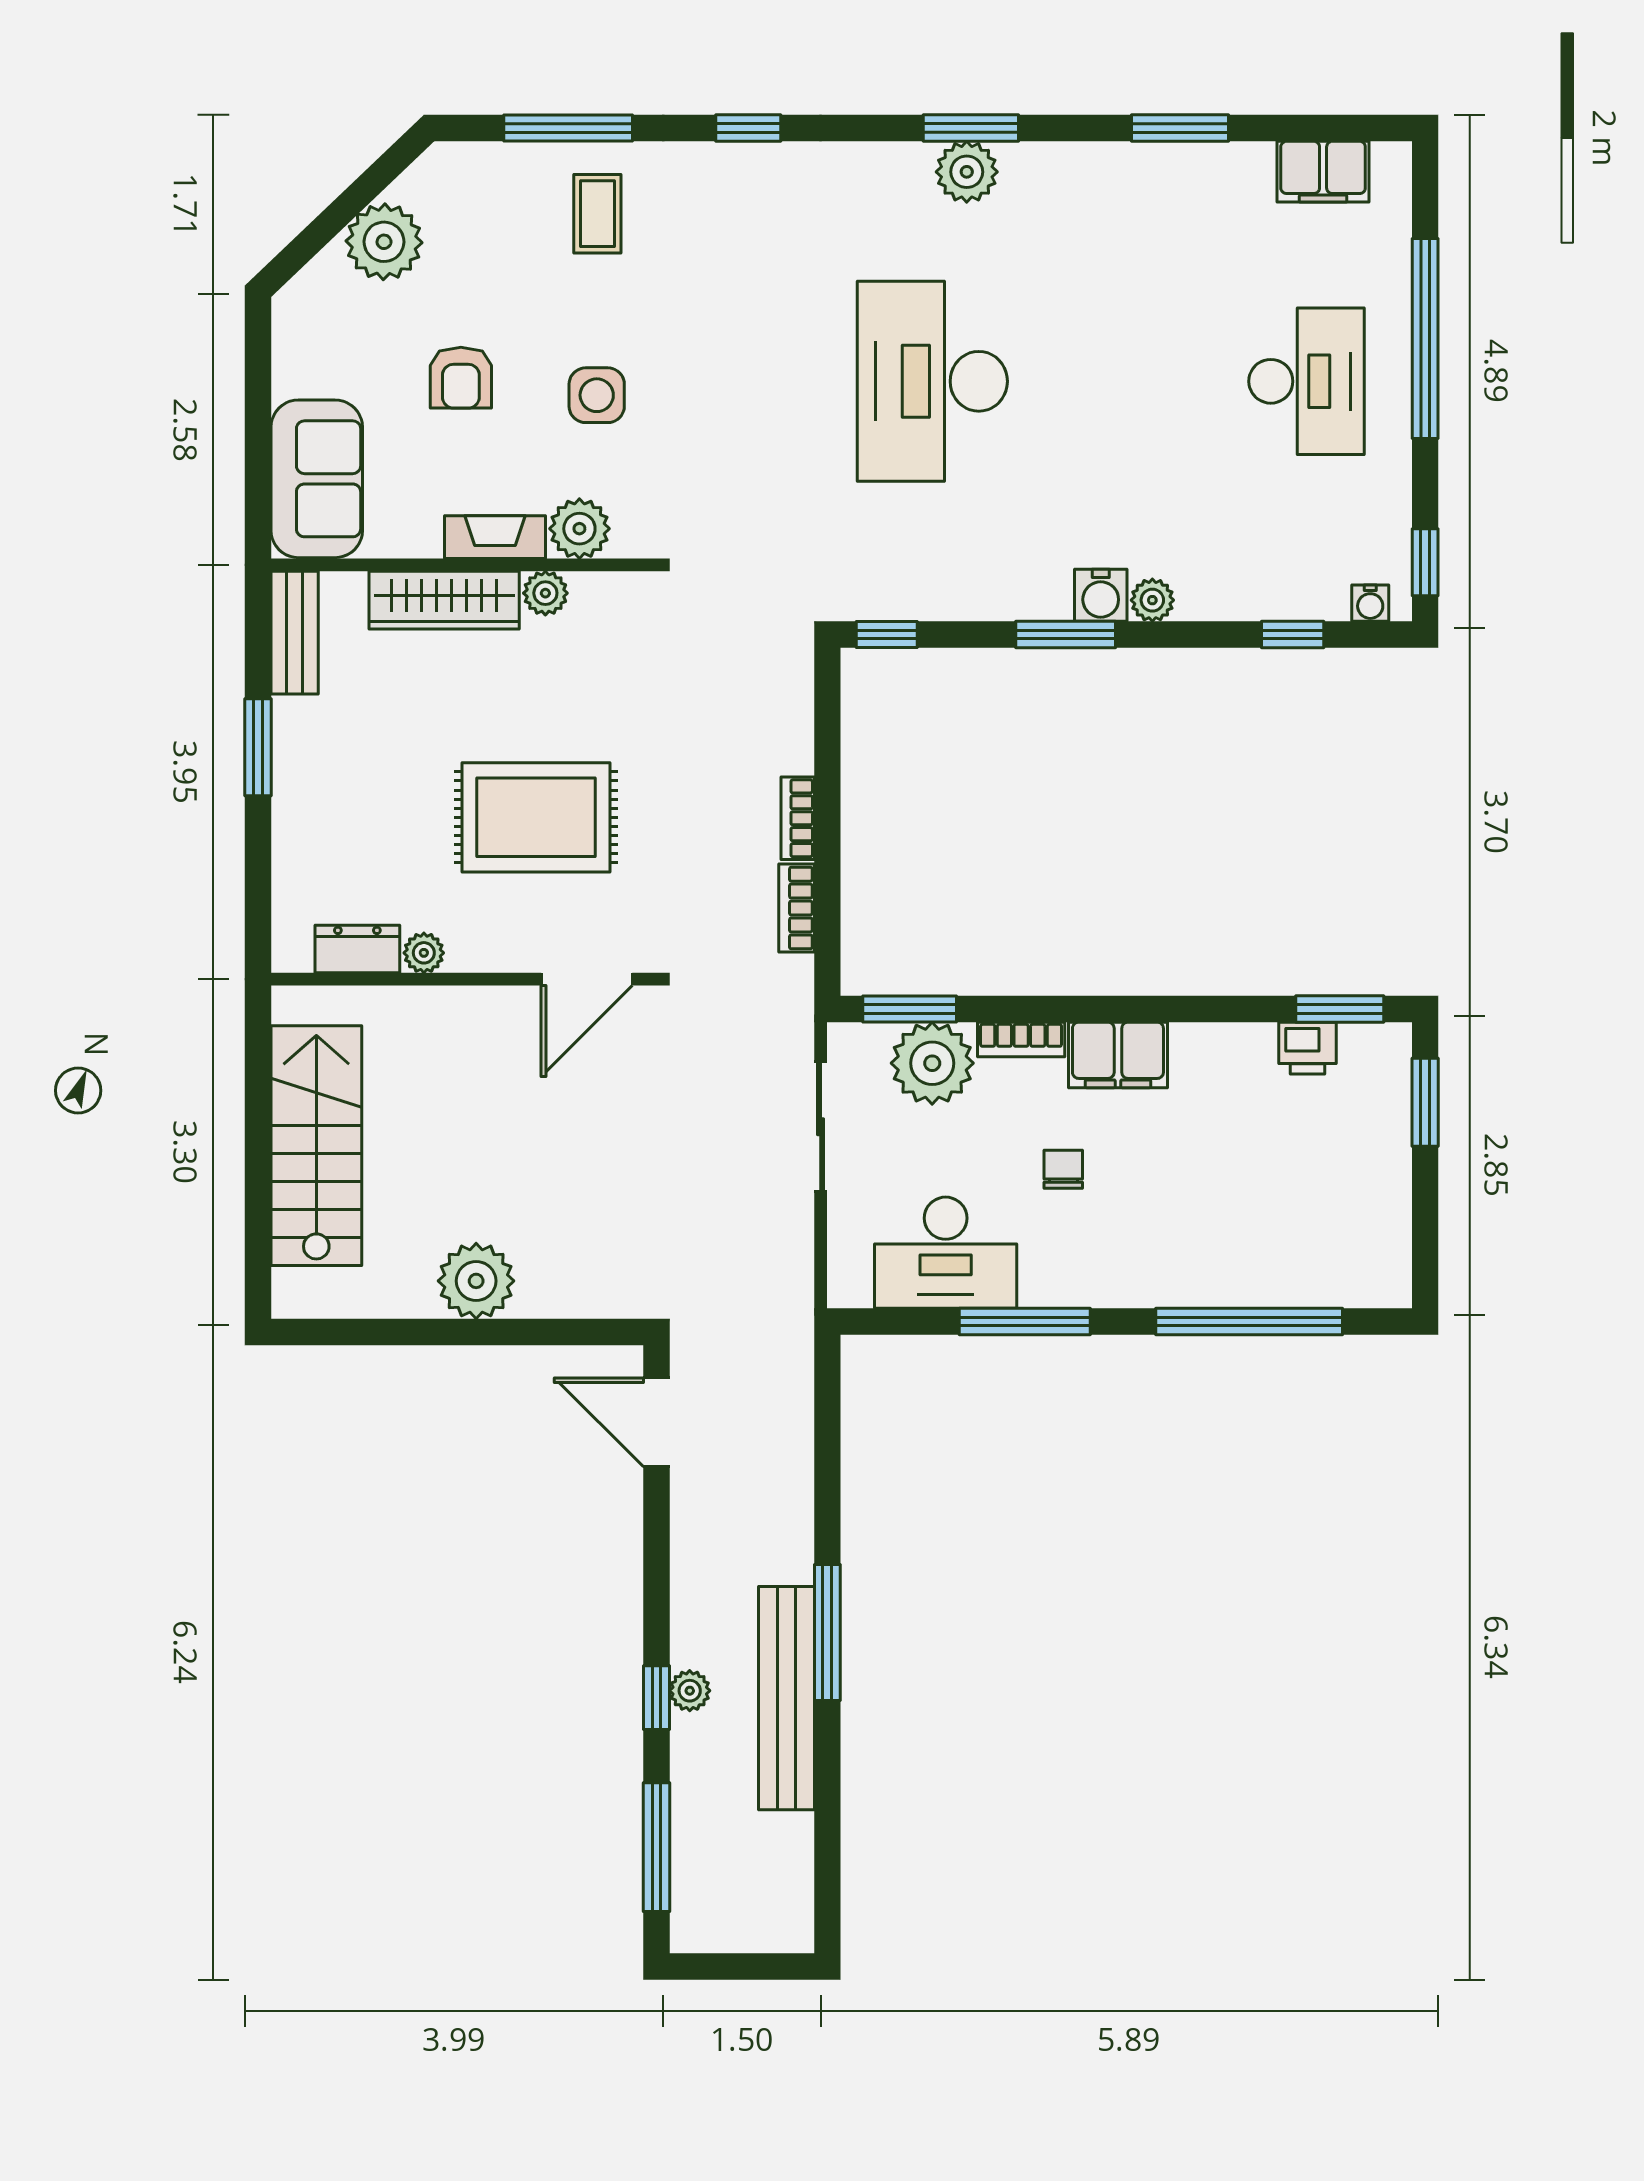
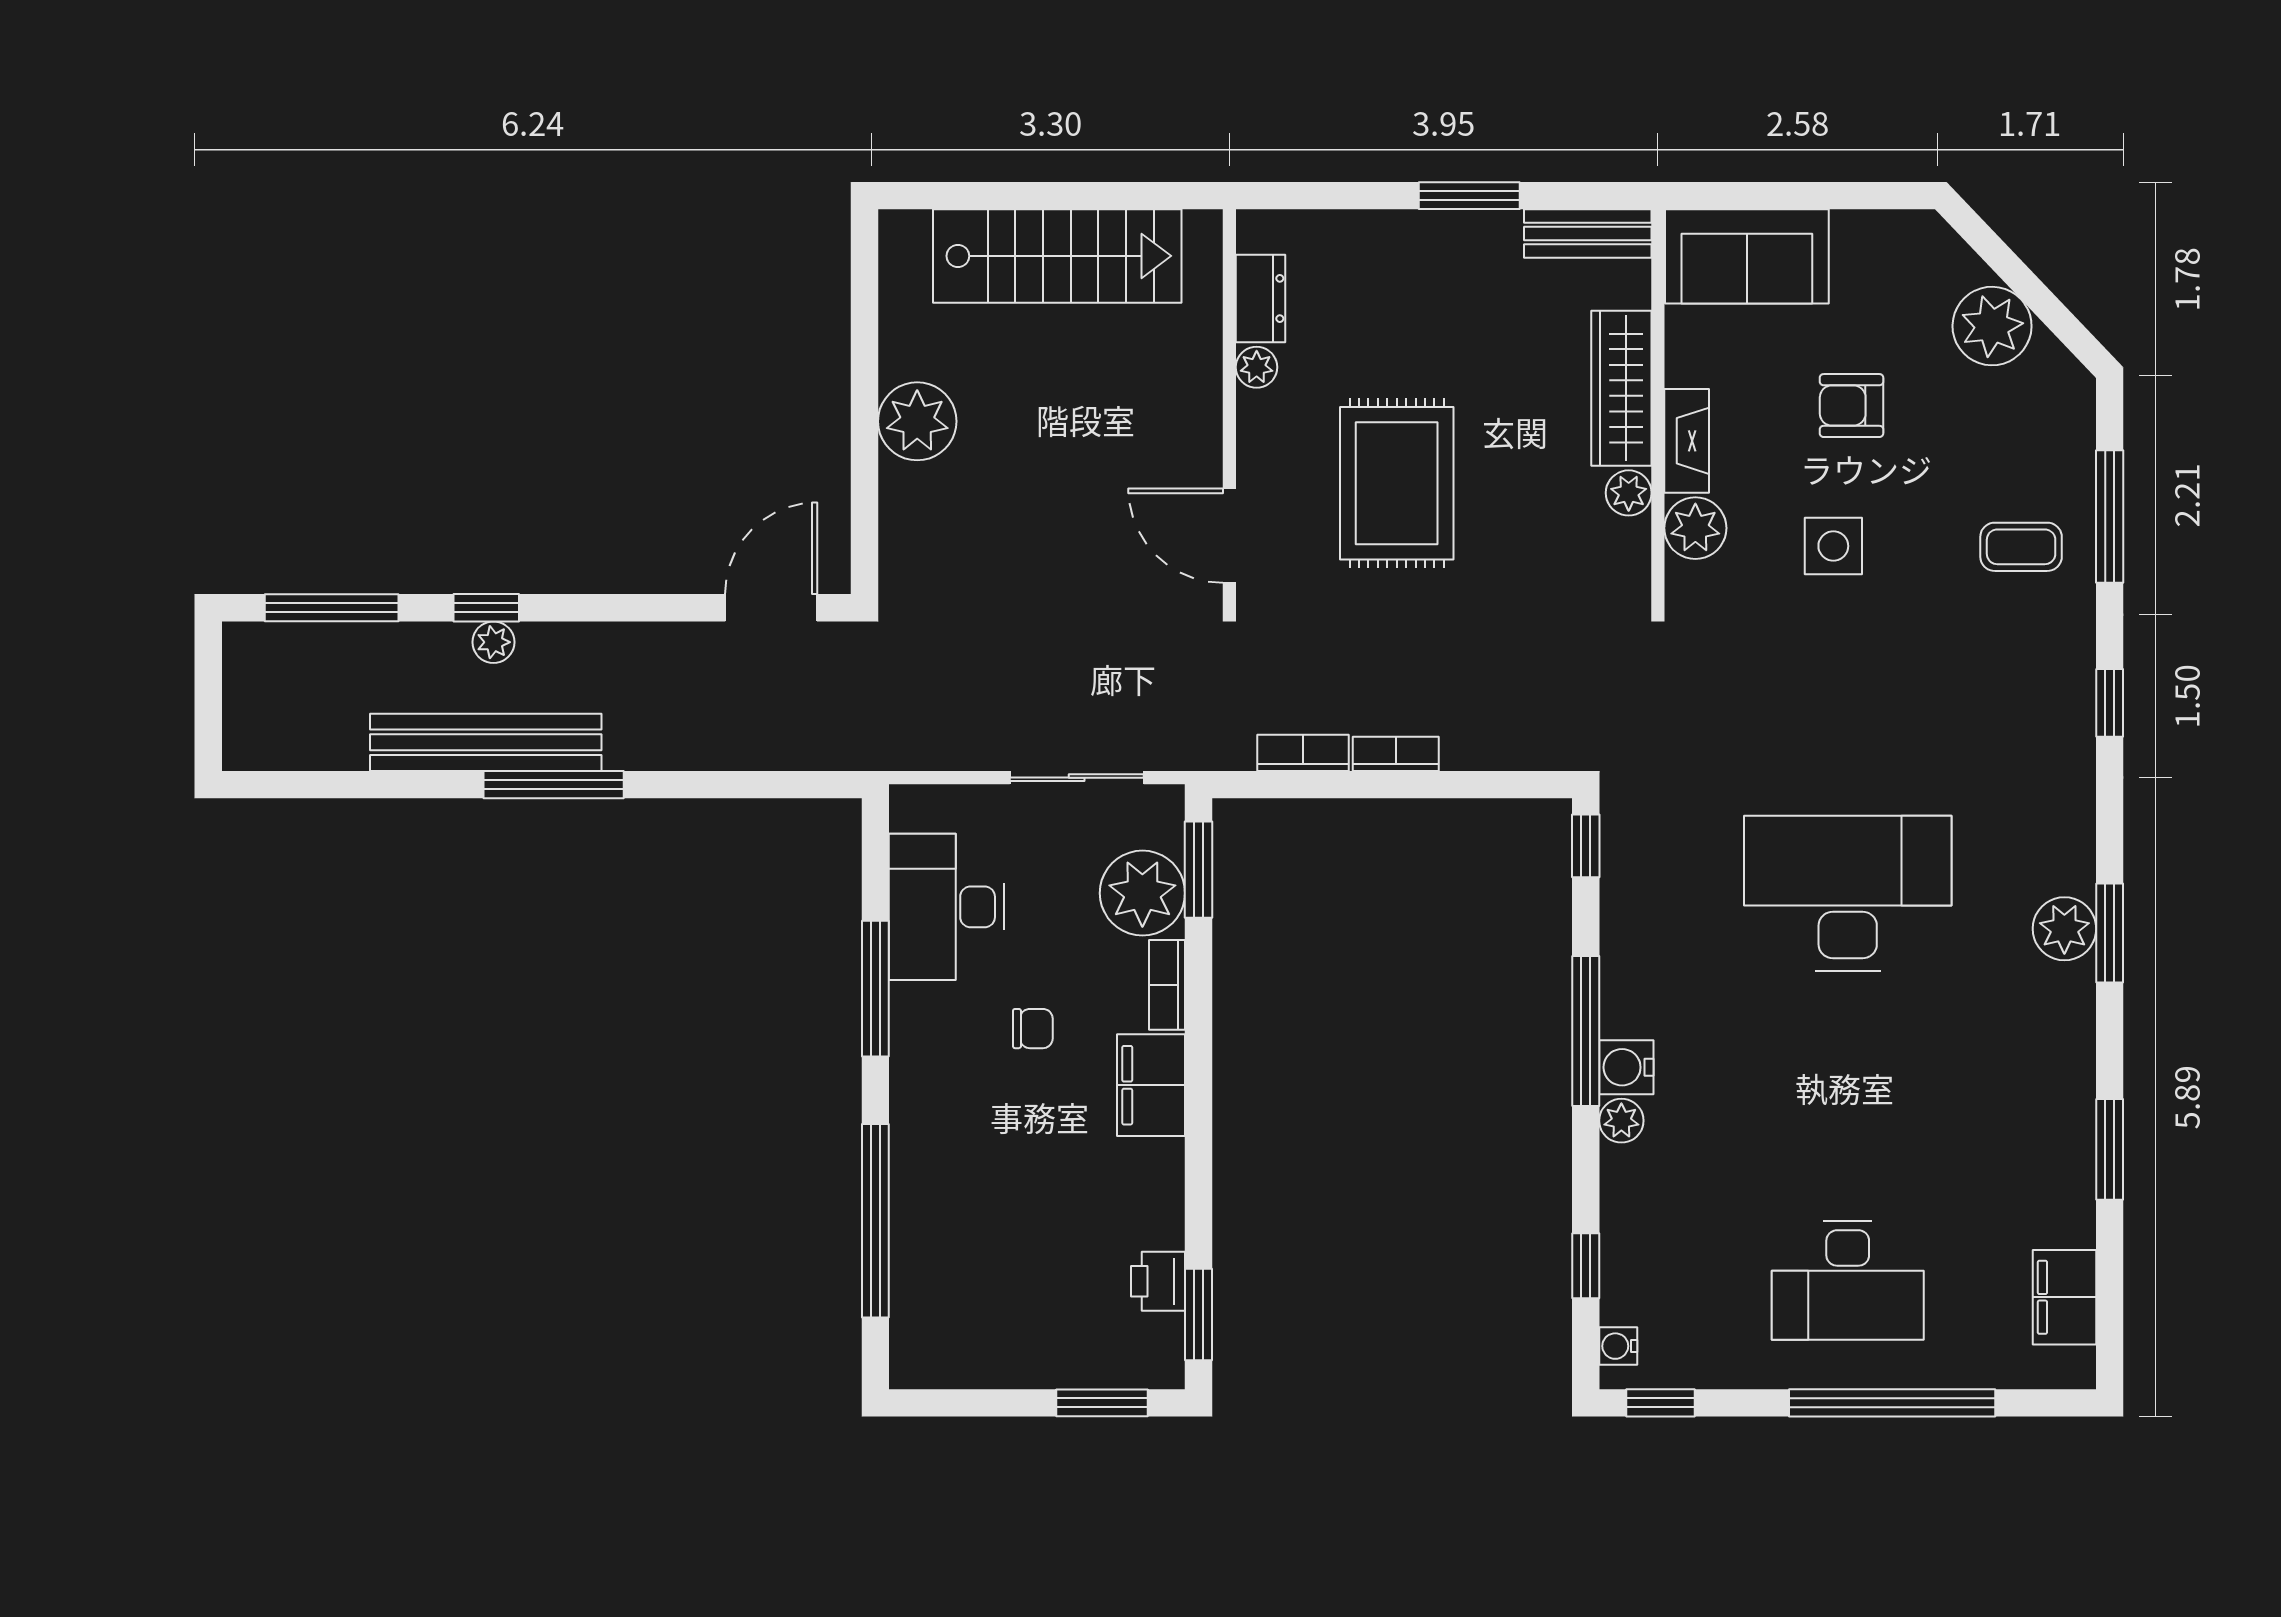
window: (1066, 635) -> (1586, 1031), width x1.44

